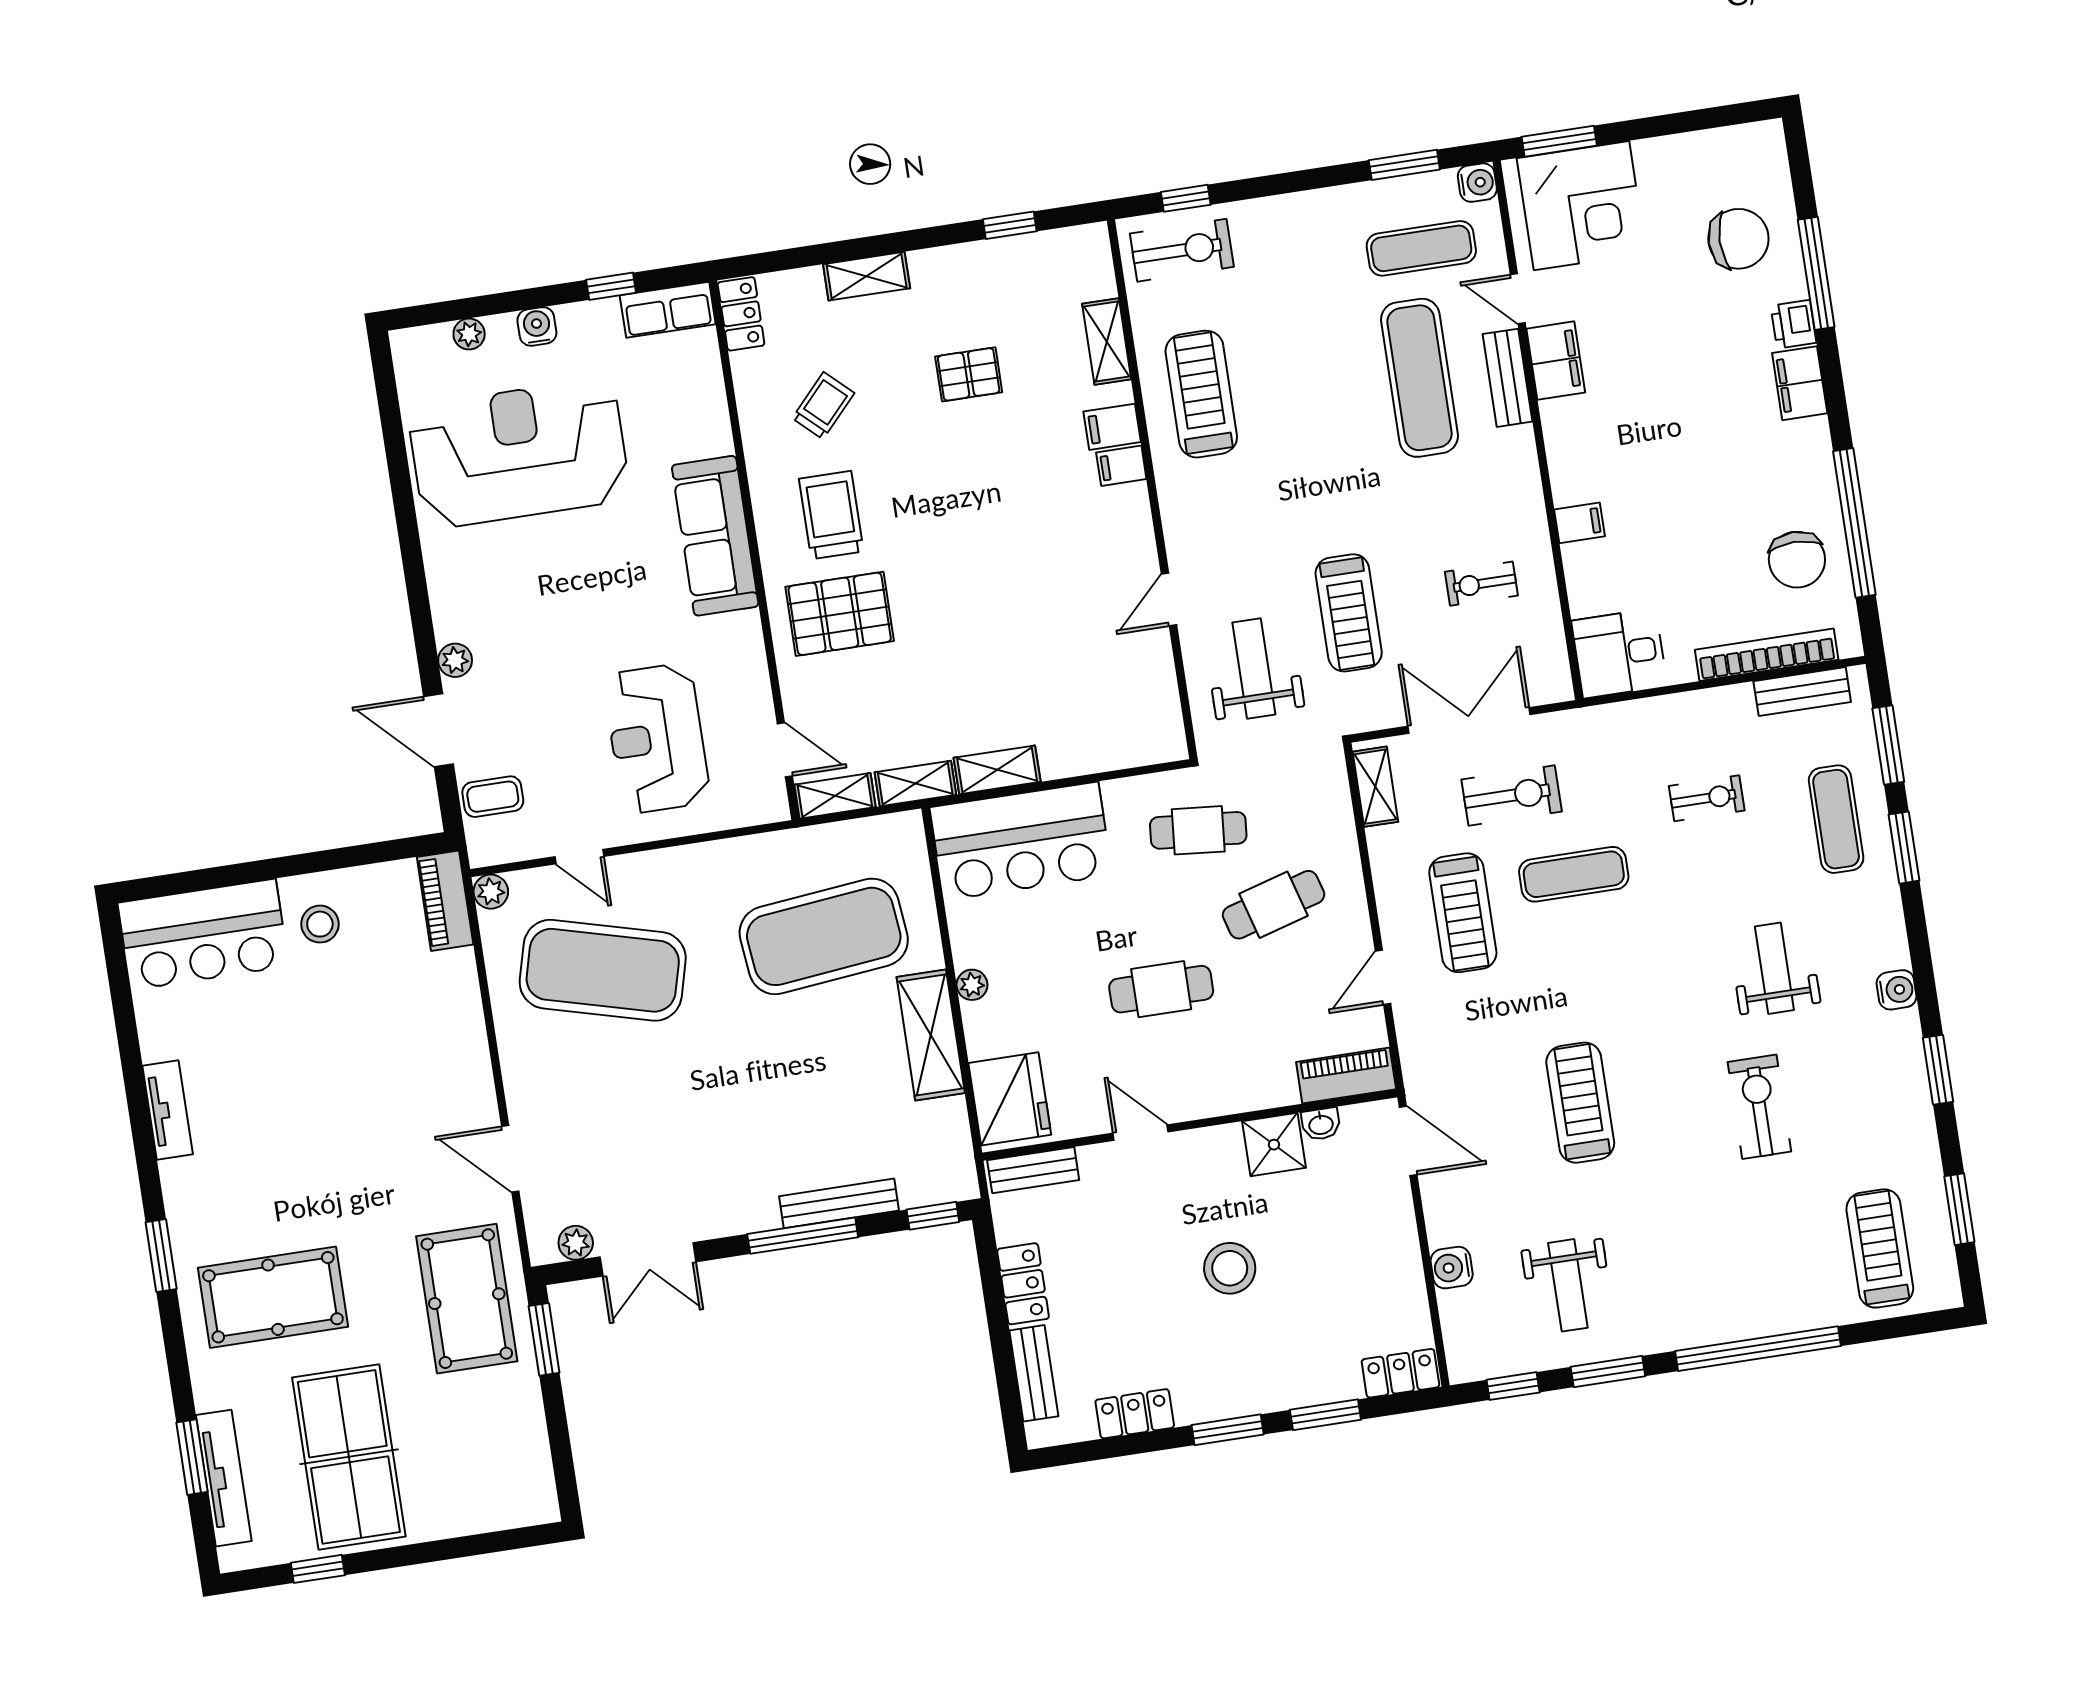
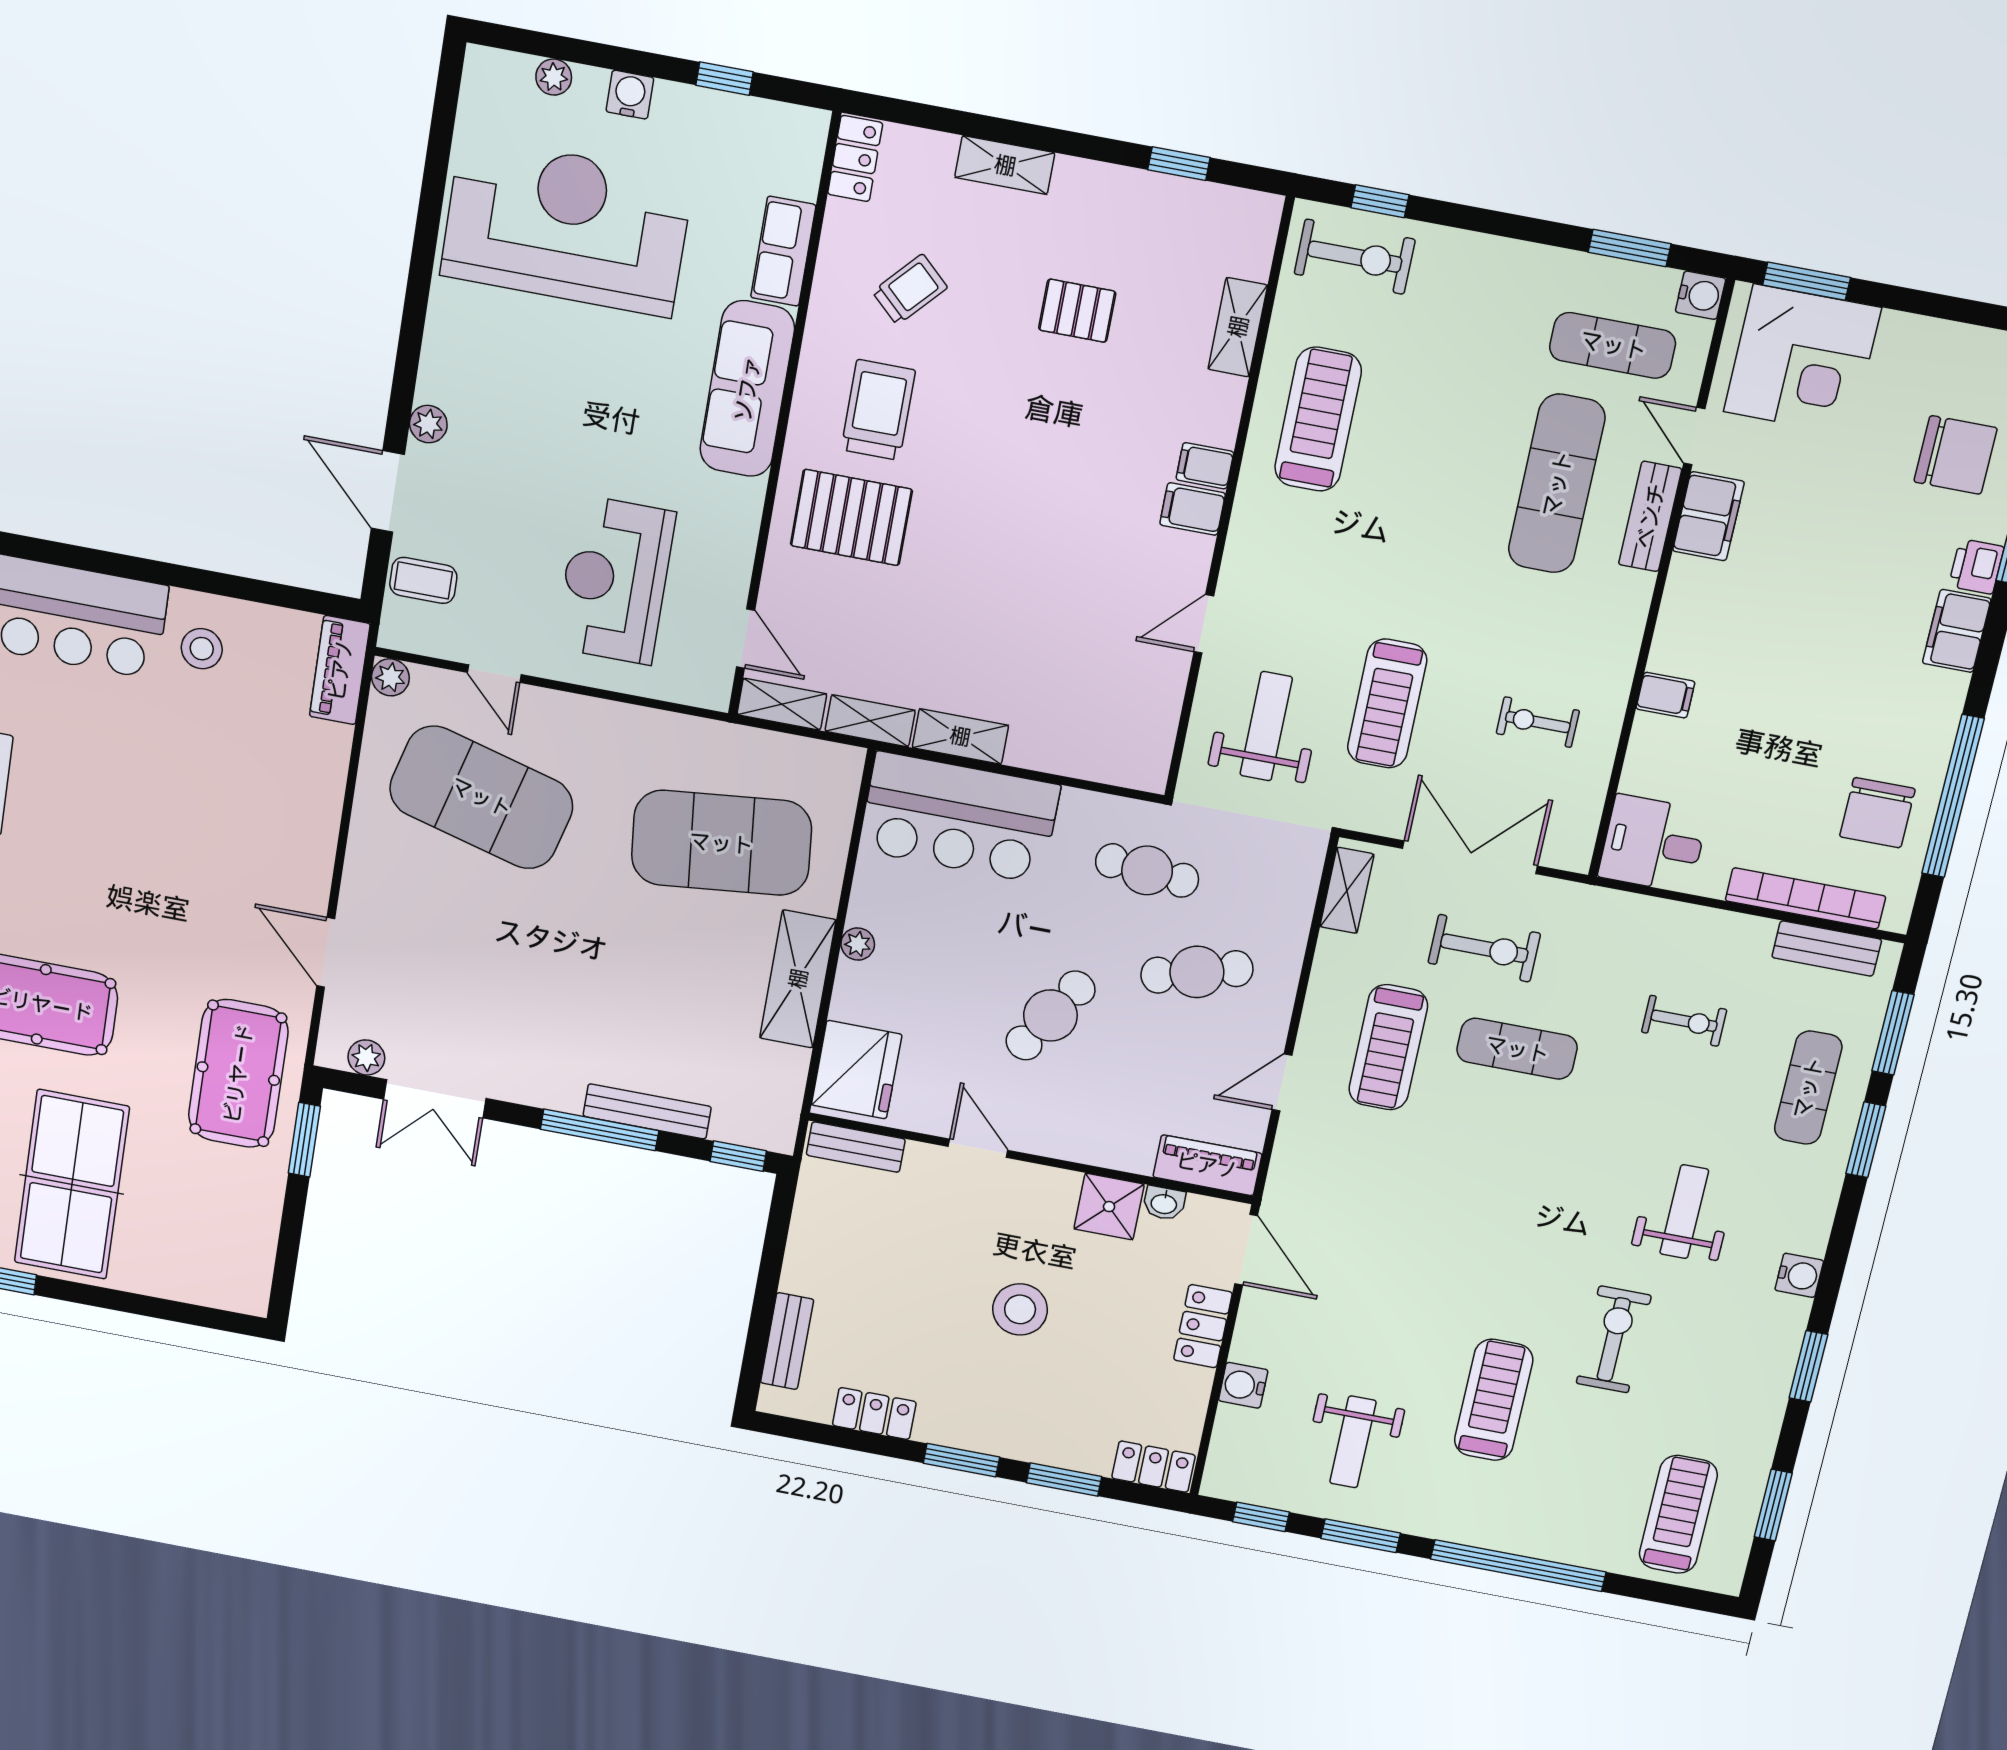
row of seats: (668, 310) -> (783, 251), moved, turned 90
filing cabinet: (1112, 427) -> (1193, 509), moved
cafe table: (1161, 989) -> (1050, 1015), turned -58
treadmill: (1580, 1103) -> (1494, 1400), moved
locker: (1023, 1284) -> (1203, 1326), moved, turned 180

